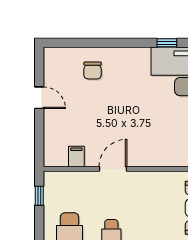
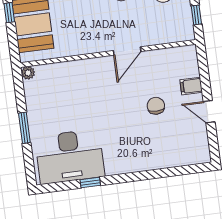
chair: (93, 70) -> (156, 106), moved
filing cabinet: (76, 157) -> (191, 86), moved, turned 90

